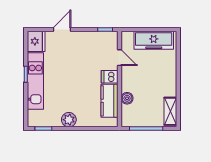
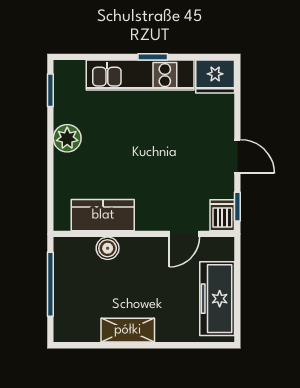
door: (62, 30) -> (237, 157), moved
dishwasher: (110, 77) -> (222, 215), moved
shelving: (170, 111) -> (128, 330), moved

